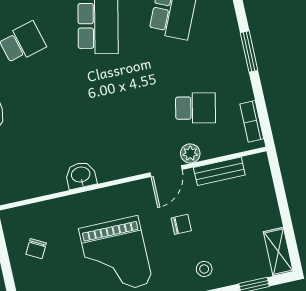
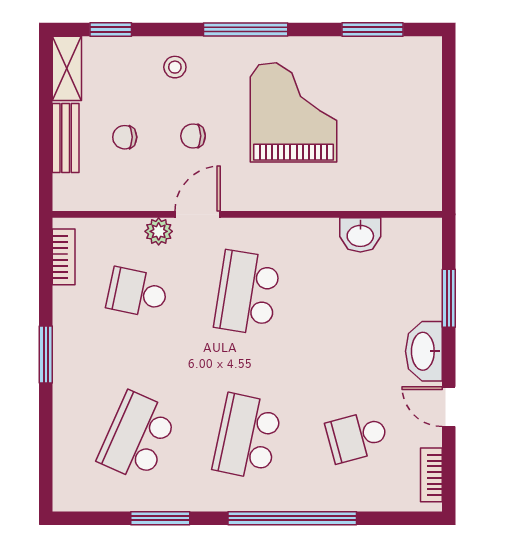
school desk: (120, 125) -> (247, 293), added
bench: (219, 171) -> (66, 138), moved, turned 90
washbasin: (81, 175) -> (360, 235), moved
chair: (36, 249) -> (125, 137), moved, turned -118

